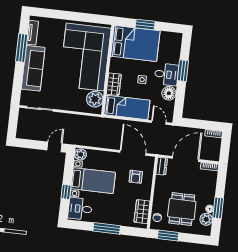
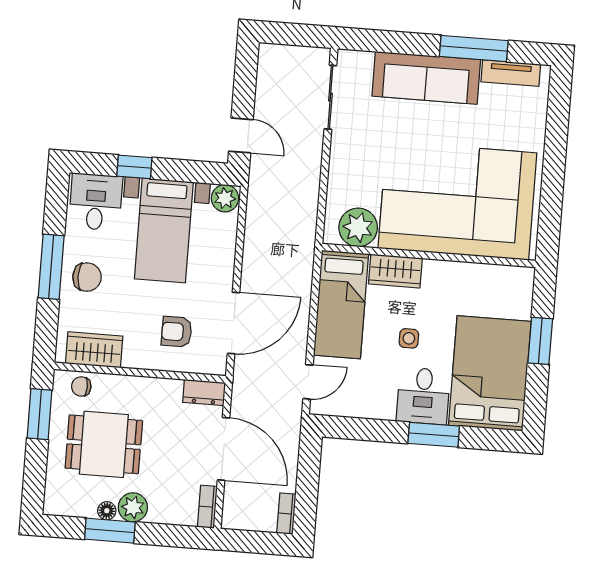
bed: (135, 44) -> (490, 373), moved, turned 180
floor lamp: (169, 93) -> (379, 403), removed
chair: (111, 214) -> (87, 277), added
plant: (206, 219) -> (133, 507), moved

